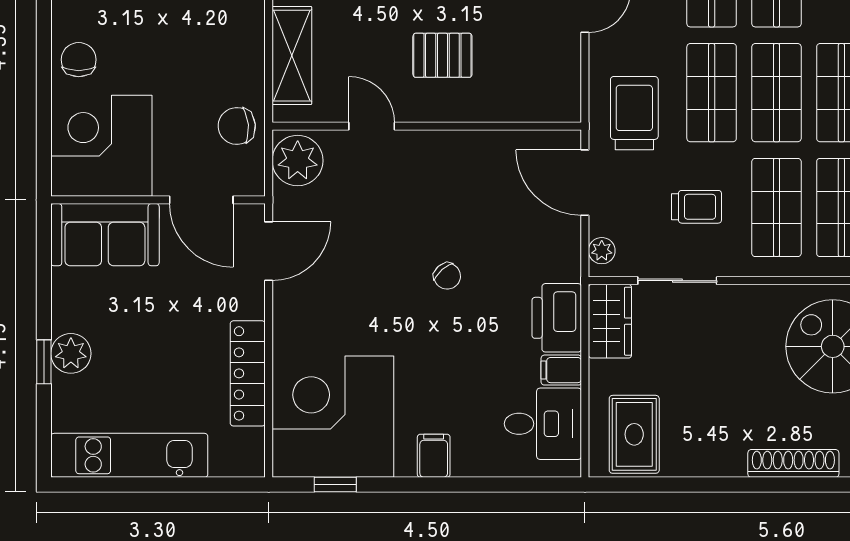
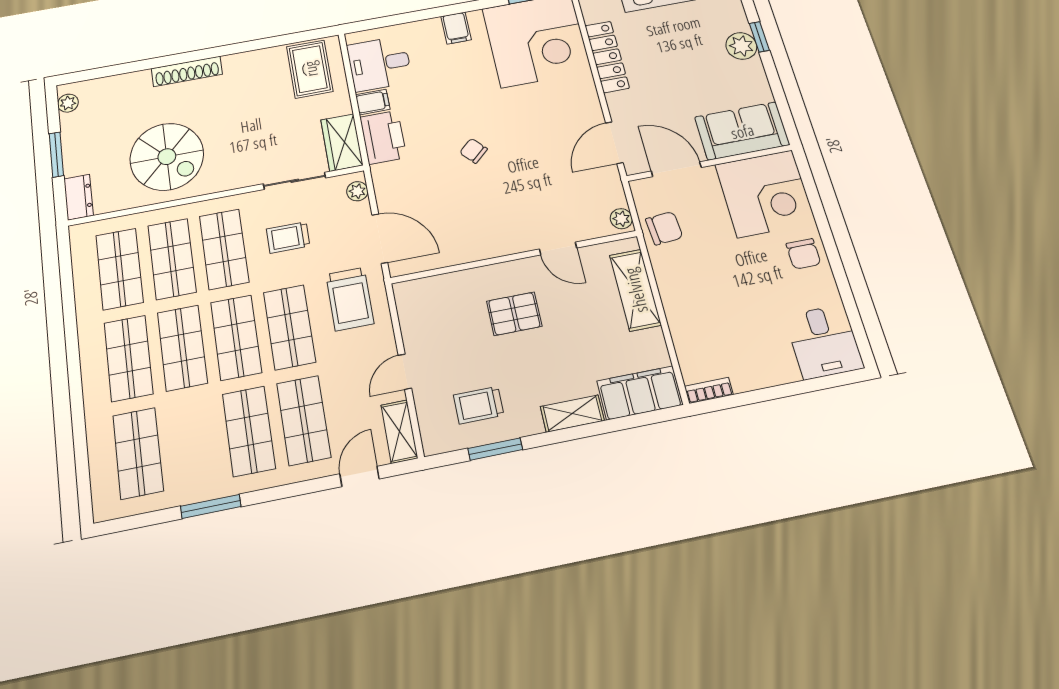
plant: (298, 161) -> (621, 219), width x0.53, depth x0.53

